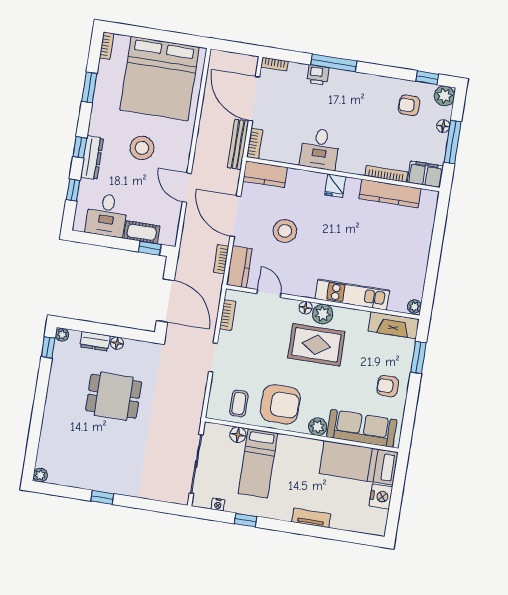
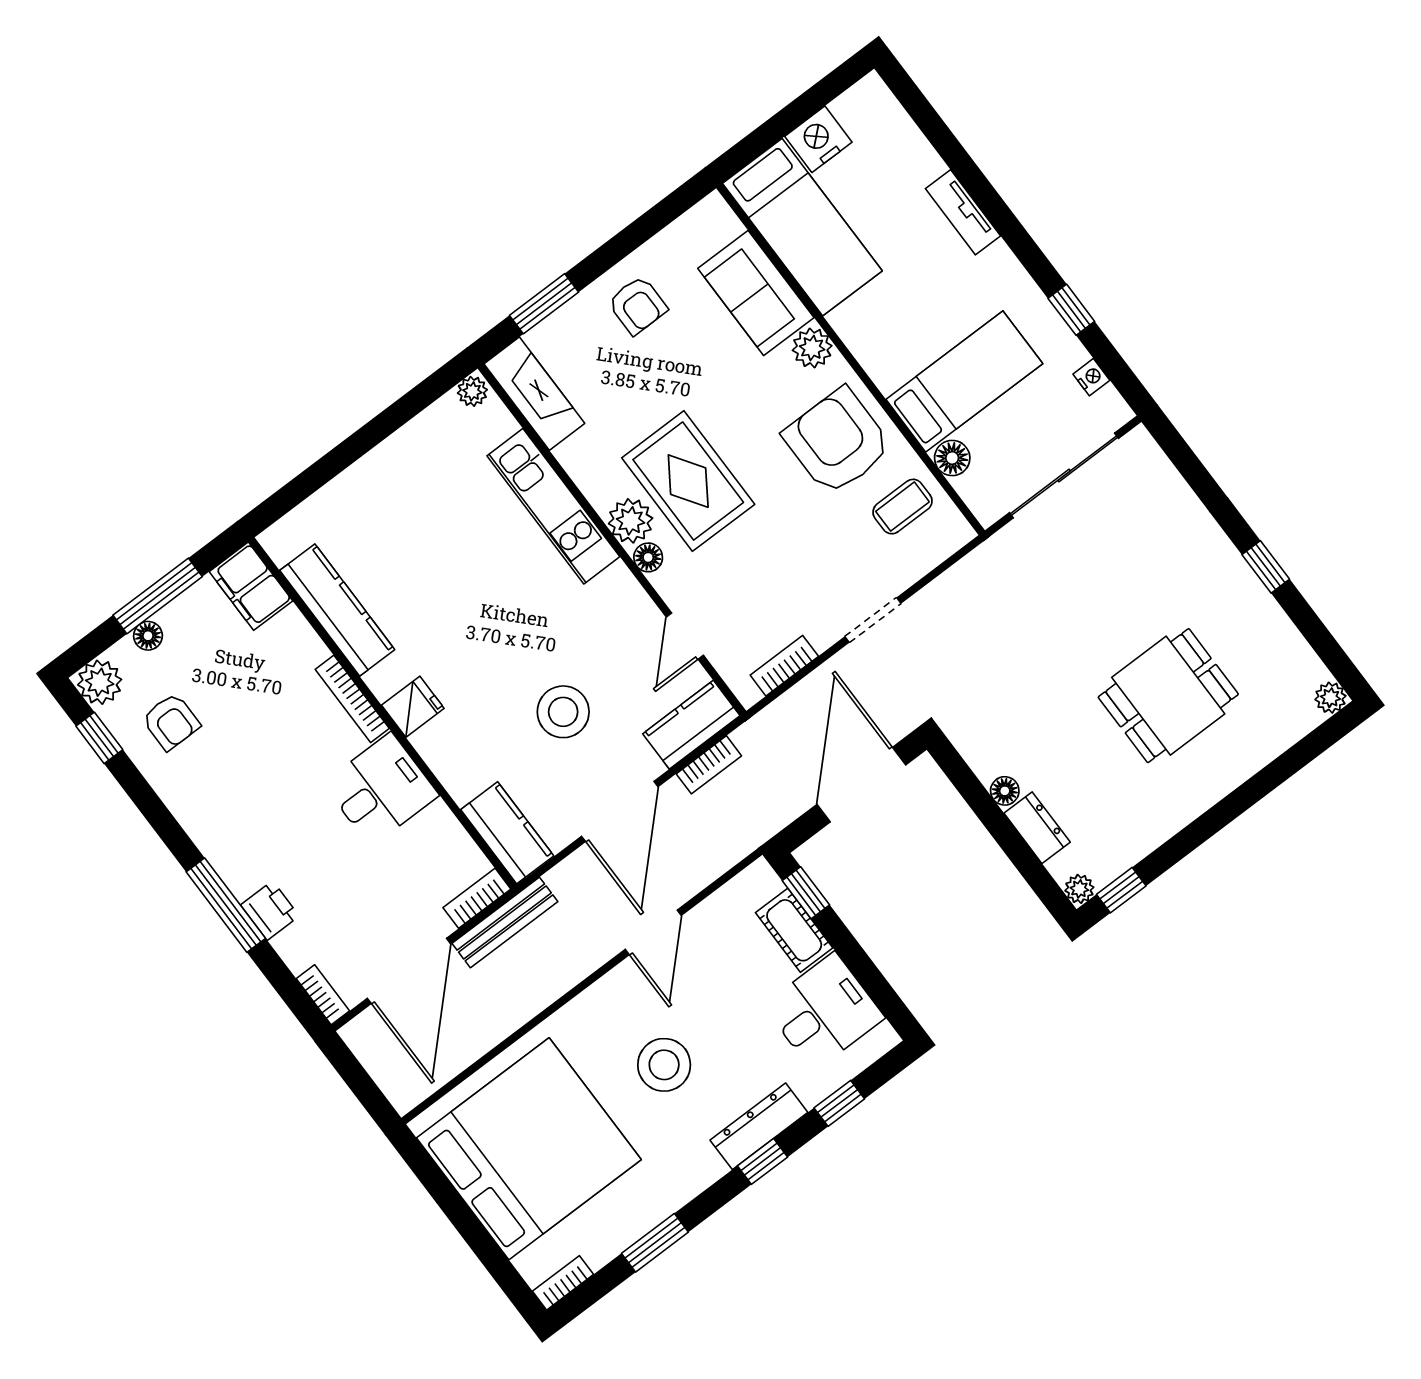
bookcase: (386, 174) -> (352, 699), moved
dining table: (114, 396) -> (1168, 696), moved, turned 90
sofa: (362, 428) -> (756, 293), width x0.73

